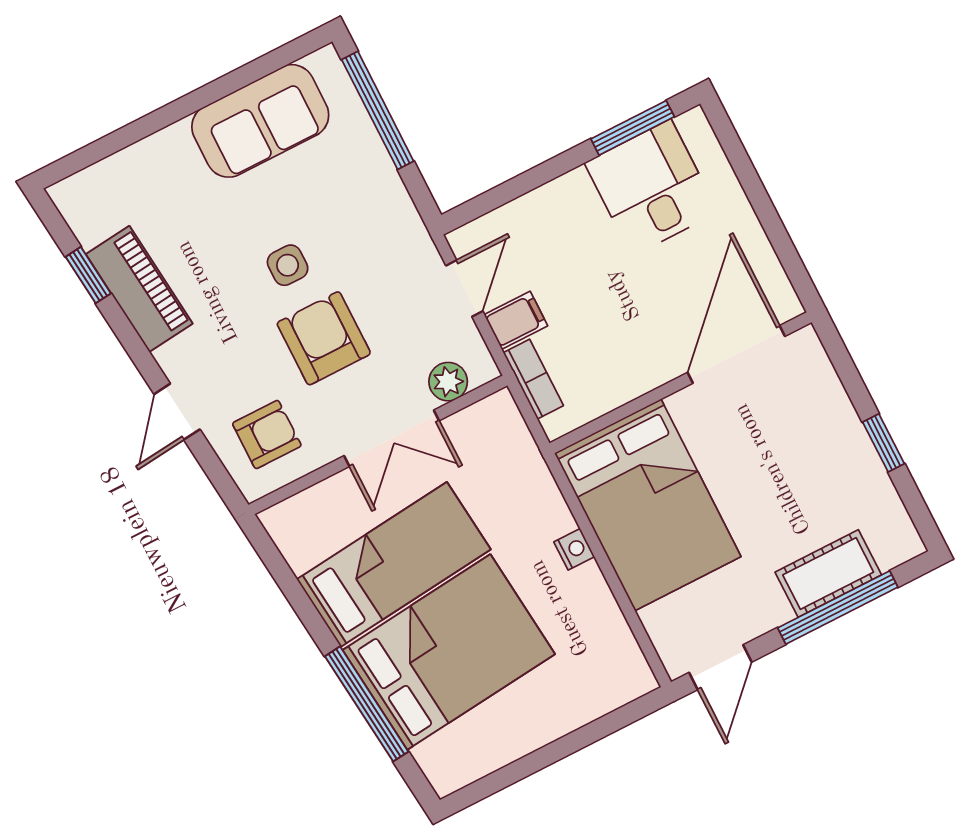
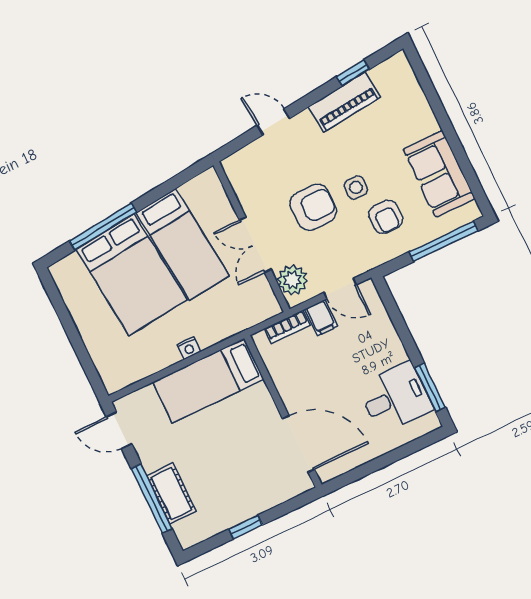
plant: (448, 382) -> (292, 280), width x1.38, depth x1.38
armchair: (267, 434) -> (386, 217), moved
bed: (648, 505) -> (208, 381), width x0.67

